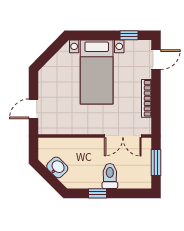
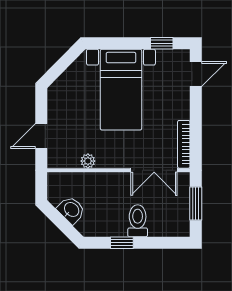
bookcase: (146, 98) -> (184, 144), moved
plant: (70, 129) -> (88, 161), added

